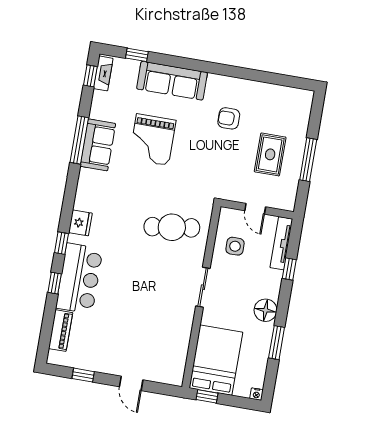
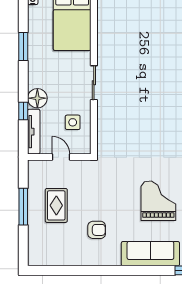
cafe table: (172, 227) -> (129, 129), removed
floor lamp: (265, 310) -> (37, 98), moved

